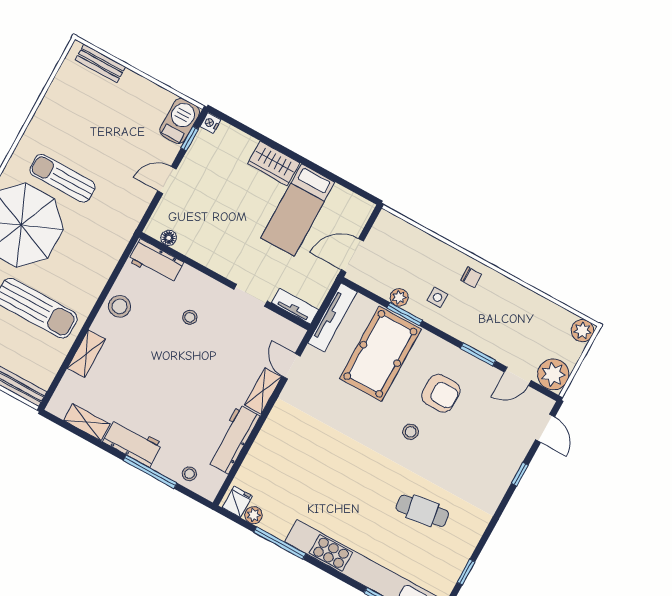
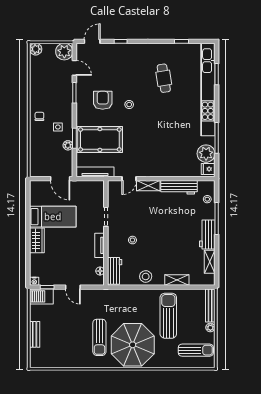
bench: (100, 63) -> (35, 334), moved
tv unit: (295, 306) -> (100, 245), moved
plant: (254, 515) -> (206, 154), width x1.88, depth x1.88

